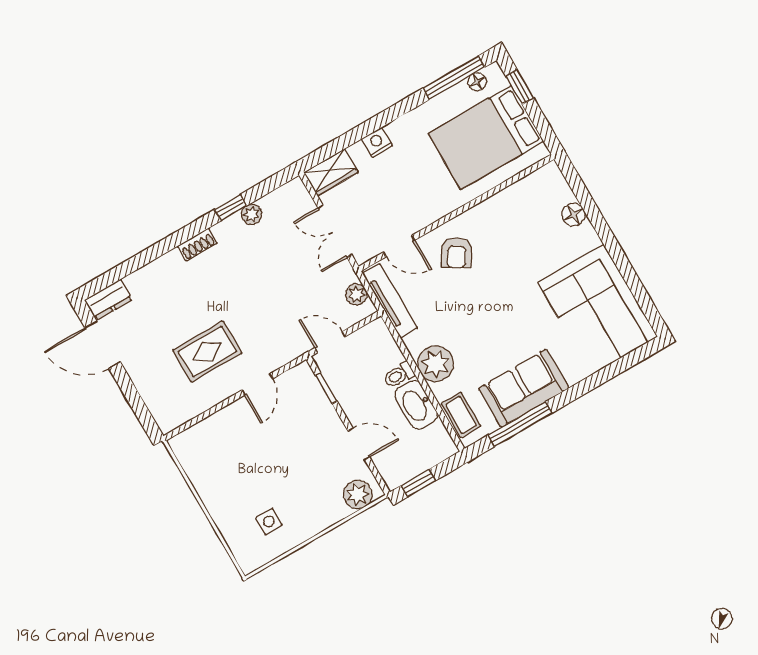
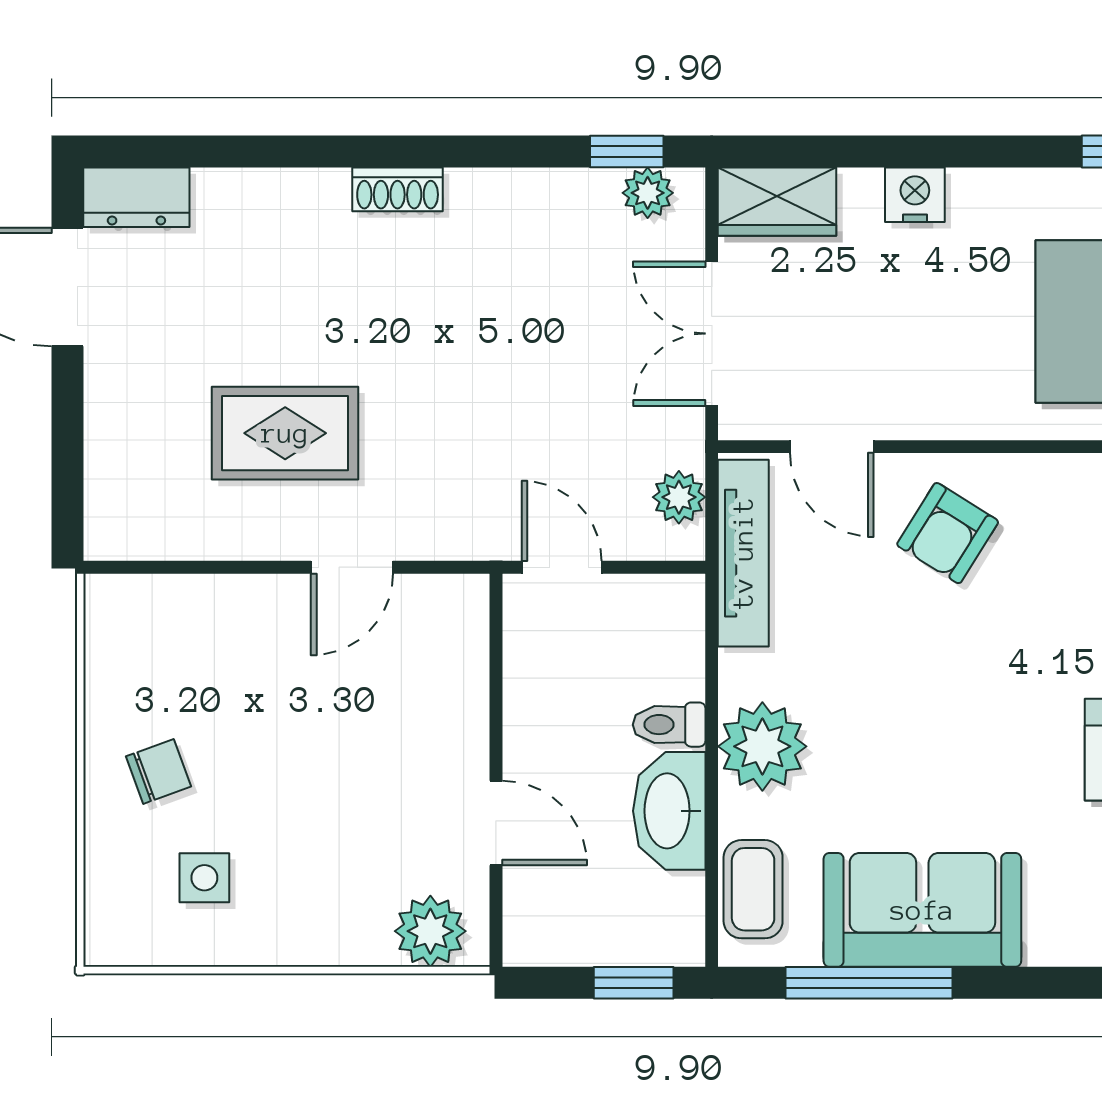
window: (230, 208) -> (627, 152), moved
plant: (252, 214) -> (648, 193), moved
window: (326, 388) -> (496, 662), removed
window: (418, 483) -> (634, 983), moved
chair: (232, 494) -> (158, 771), added

